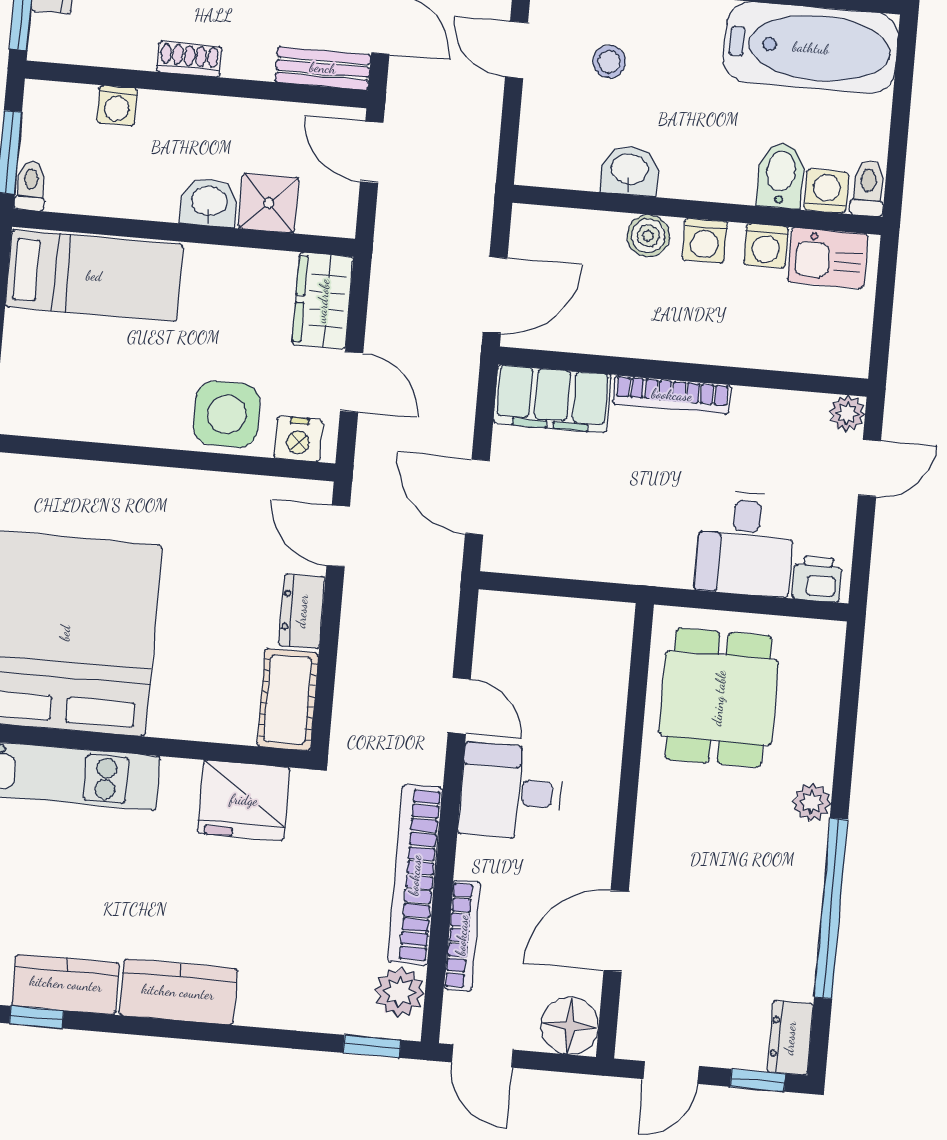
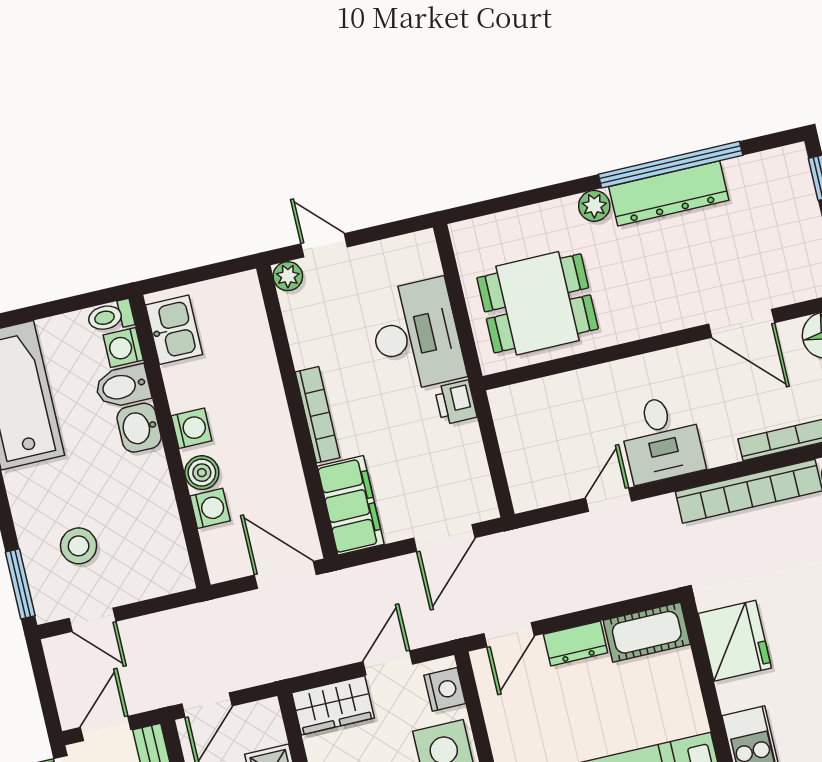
door: (517, 50) -> (93, 620), hinge flipped
stool: (609, 62) -> (79, 546), width x1.37, depth x1.37
washbasin: (629, 170) -> (139, 428), moved
washing machine: (766, 246) -> (210, 508), moved
desk: (745, 543) -> (416, 335), width x1.37
printer: (817, 579) -> (456, 402), moved
dresser: (790, 1038) -> (669, 193), moved, width x1.96, depth x1.24

